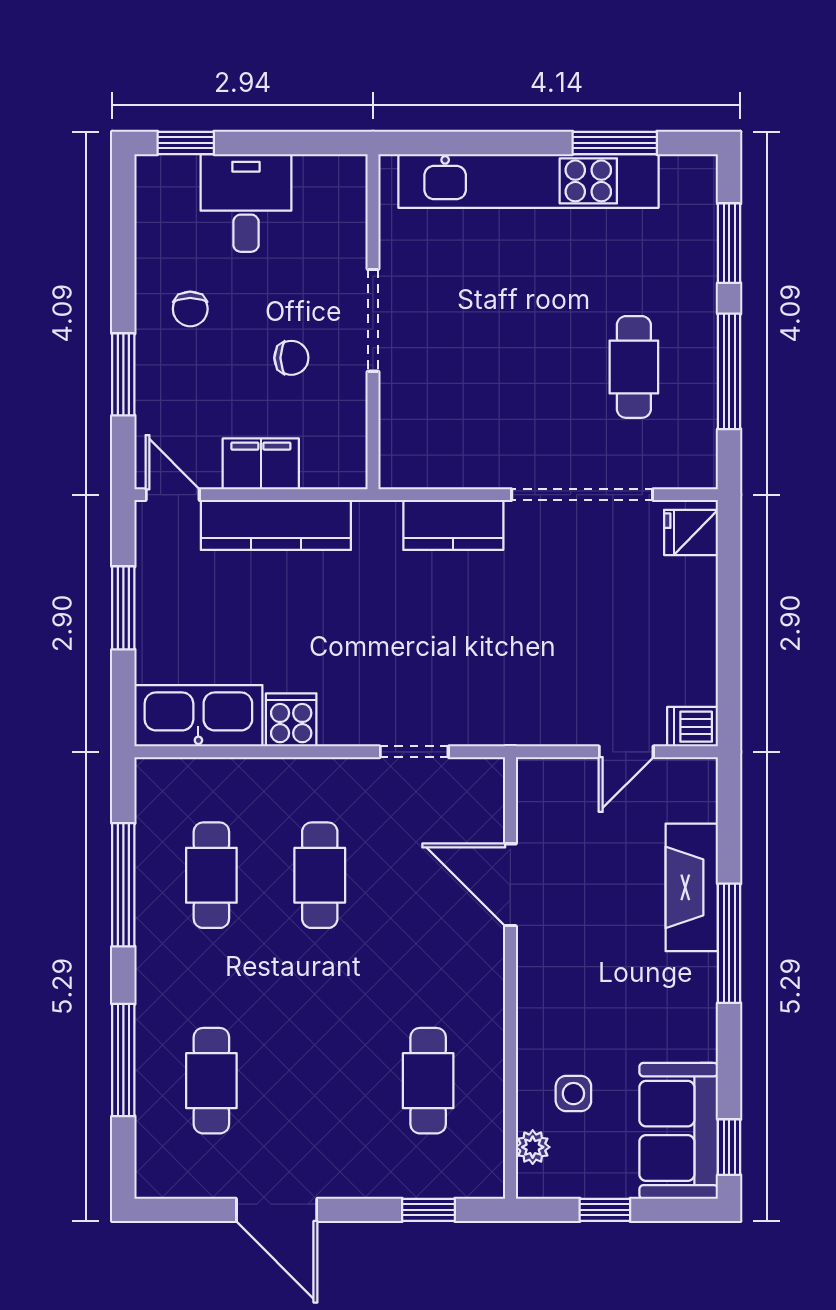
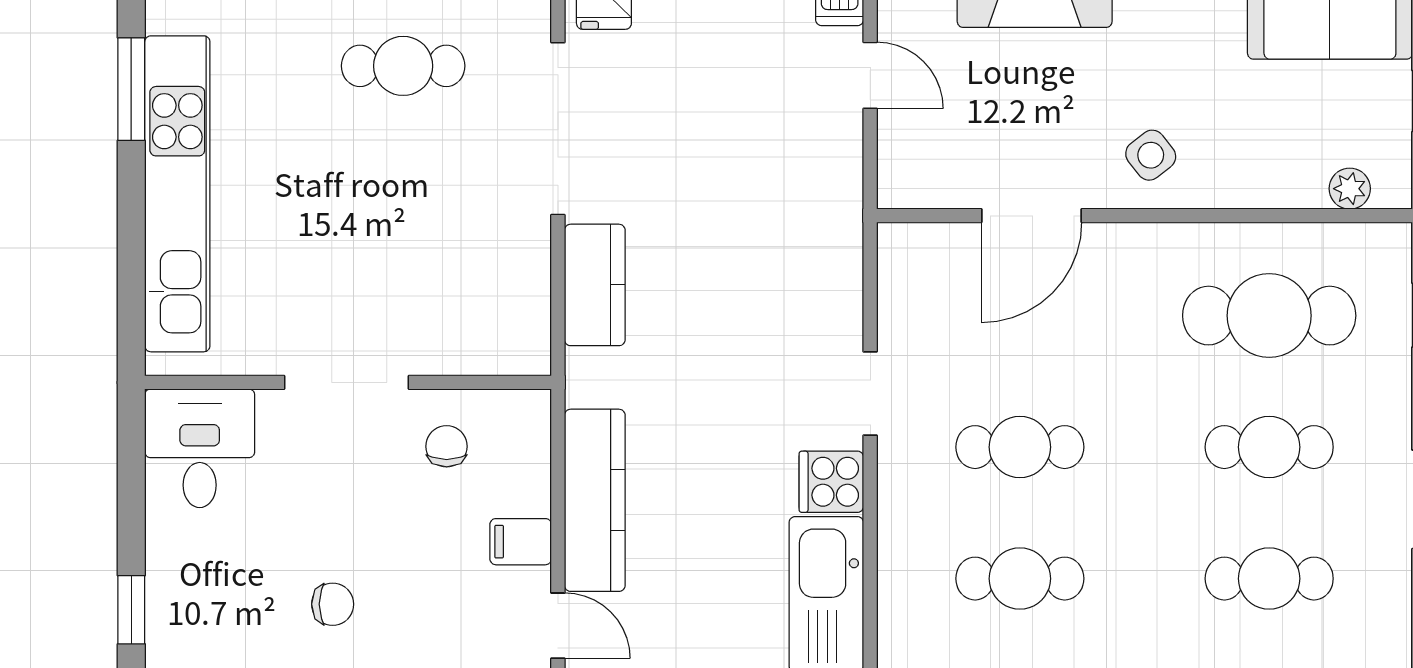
desk: (246, 203) -> (200, 448), moved, turned 90
chair: (291, 358) -> (447, 446), moved
filing cabinet: (261, 464) -> (521, 542), width x0.50
door: (173, 495) -> (558, 626), swing flipped
doorway: (414, 752) -> (870, 393), moved
cafe table: (320, 1081) -> (1269, 447), added
cafe table: (428, 1081) -> (1269, 316), width x1.37, depth x1.35
side table: (573, 1094) -> (1151, 155), moved, turned -38

